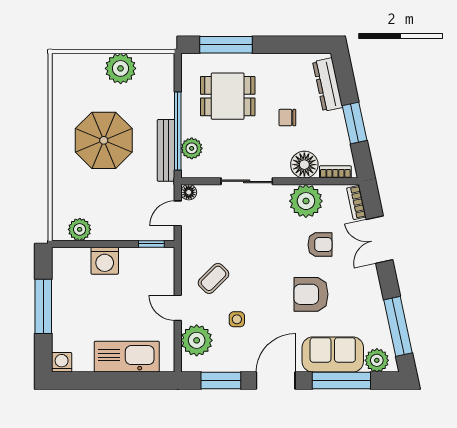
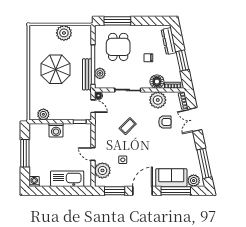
dining table: (228, 96) -> (118, 47), turned 90
door: (178, 213) -> (93, 106), swing flipped
coffee table: (213, 278) -> (128, 126), moved
armchair: (311, 294) -> (160, 147), removed

